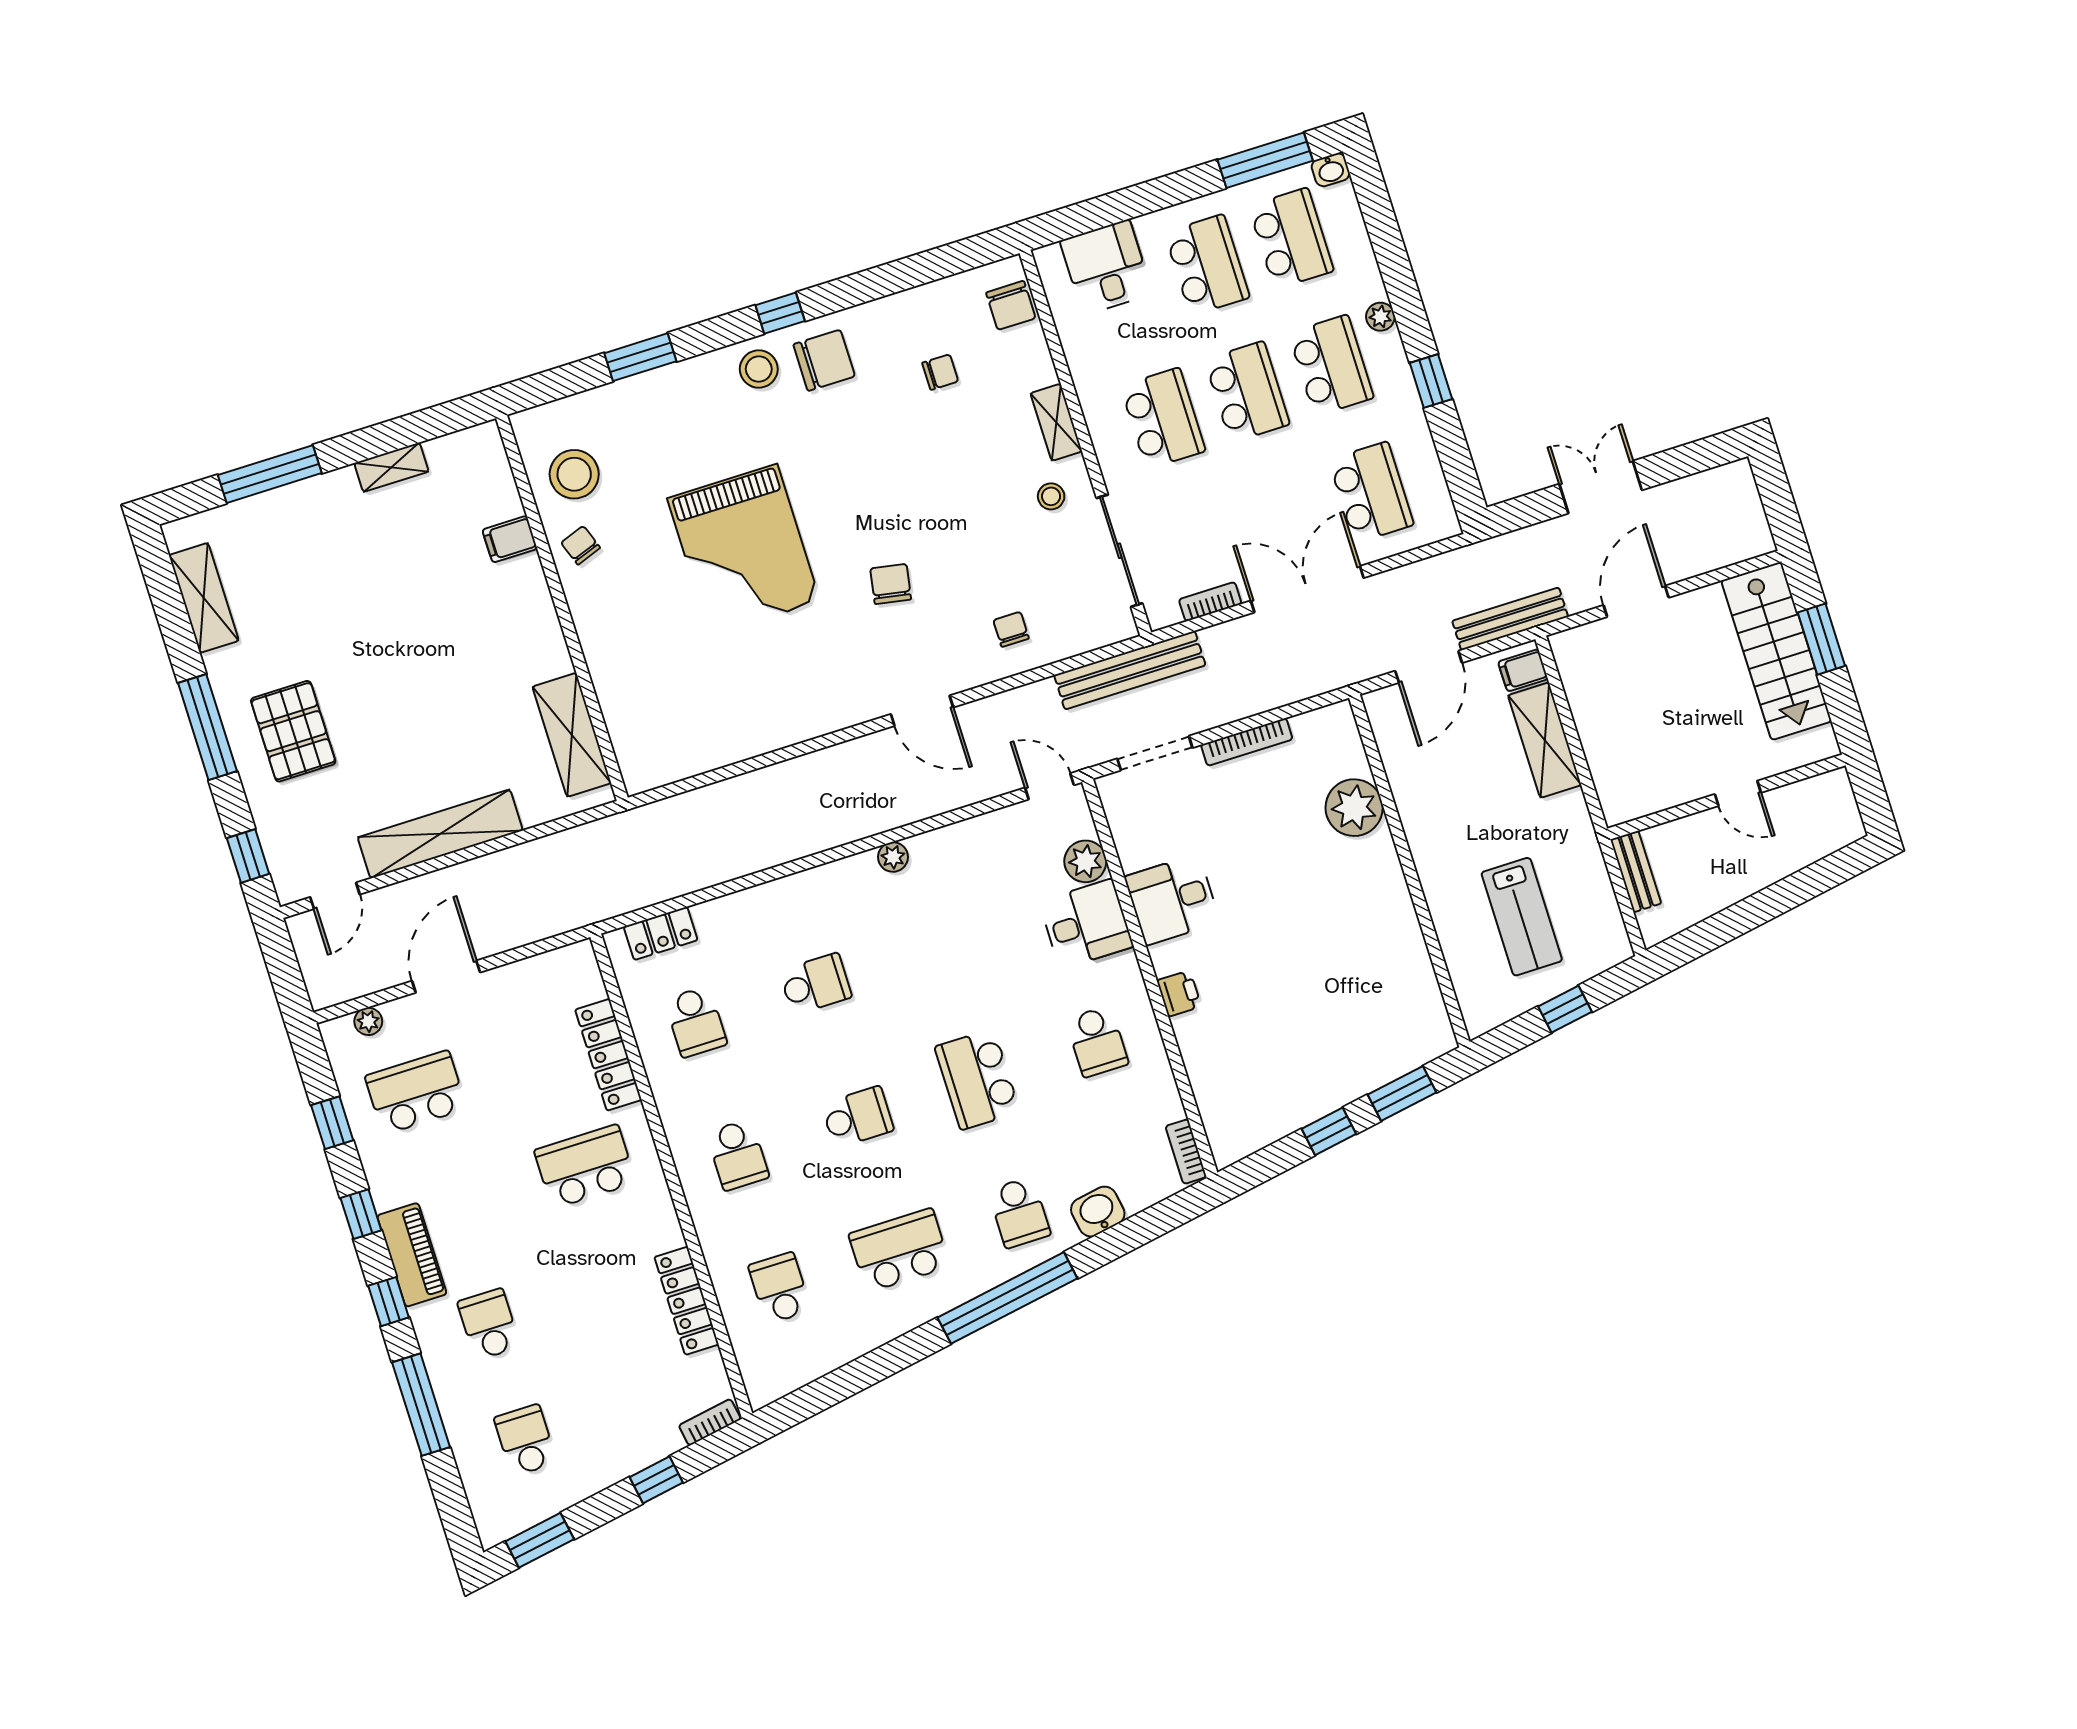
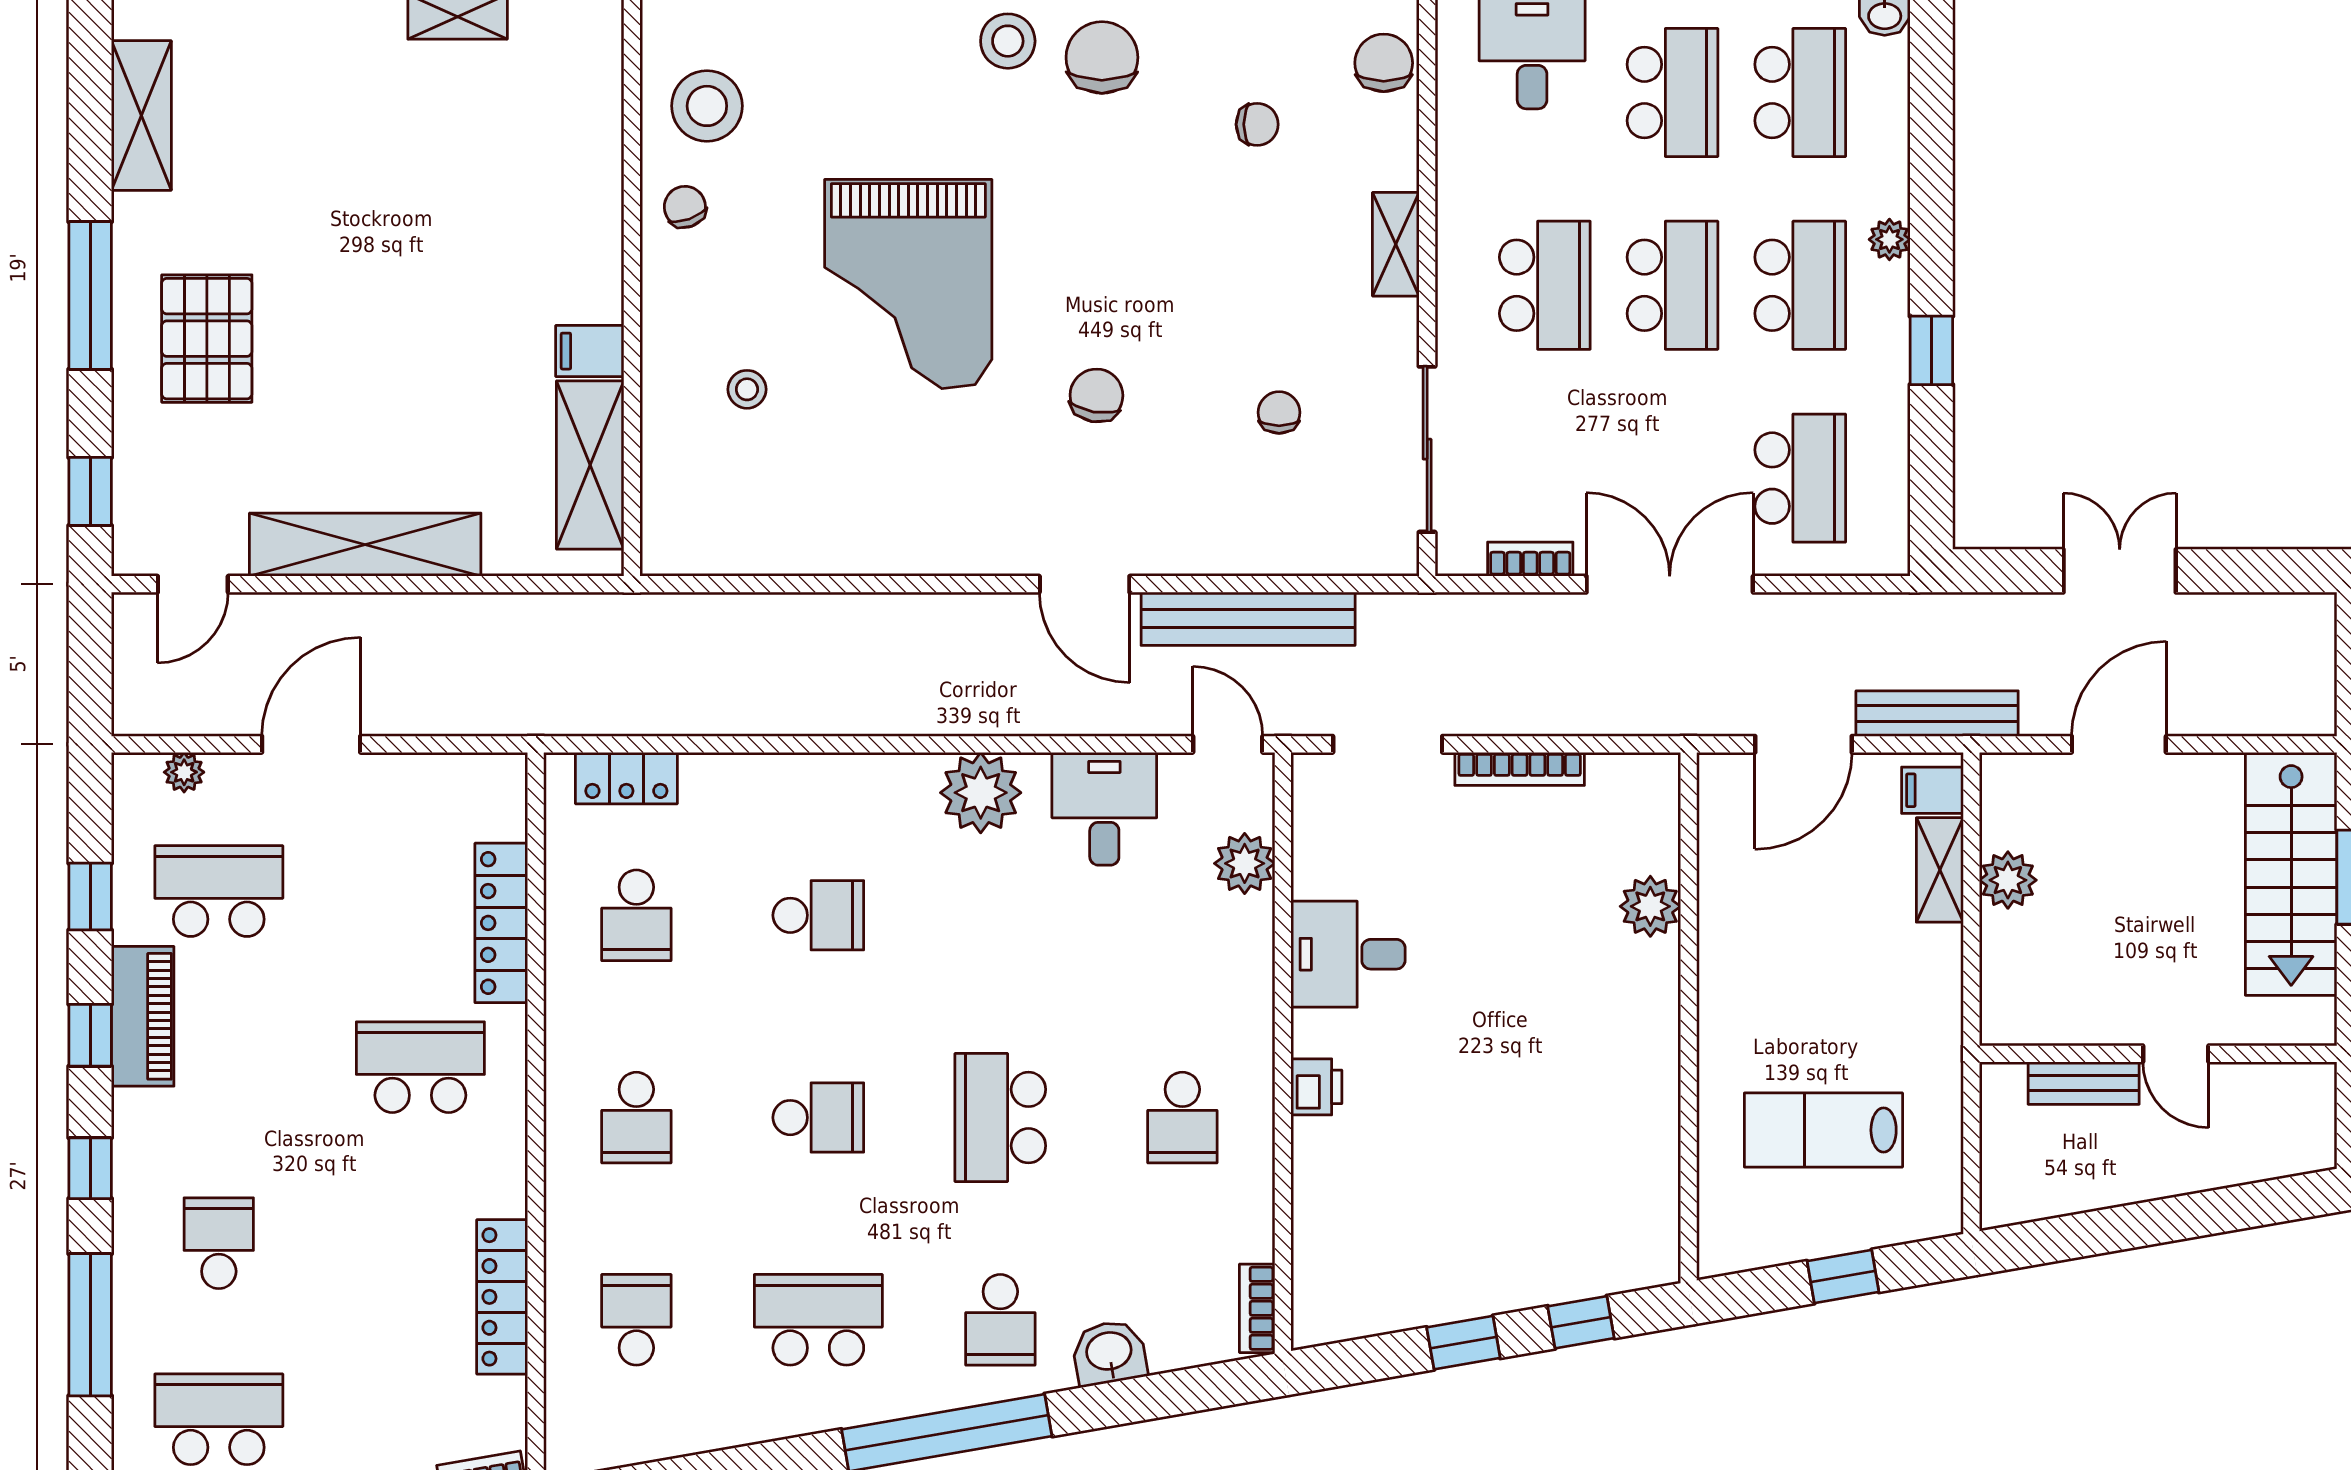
chair: (1011, 305) -> (1384, 63), turned 180
chair: (824, 360) -> (1102, 57), turned -90
stool: (1051, 496) -> (747, 389), moved
filing cabinet: (510, 539) -> (590, 351), moved
chair: (1011, 629) -> (1279, 412), moved
bench: (1130, 670) -> (1248, 619), moved
plant: (1591, 714) -> (2008, 880), added
shelving: (1545, 740) -> (1940, 870), width x0.67, depth x0.75
plant: (1354, 808) -> (1650, 906), width x0.73, depth x0.73
plant: (893, 857) -> (981, 793), width x1.88, depth x1.88
bench: (1636, 872) -> (2084, 1083), moved, turned 90
lab bench: (1522, 917) -> (1823, 1130), turned 90
desk: (1086, 924) -> (1104, 809), moved, turned -90
window: (1402, 1094) -> (1581, 1322), width x0.67
piano: (412, 1255) -> (143, 1016), moved
school desk: (525, 1440) -> (219, 1419), width x1.85

